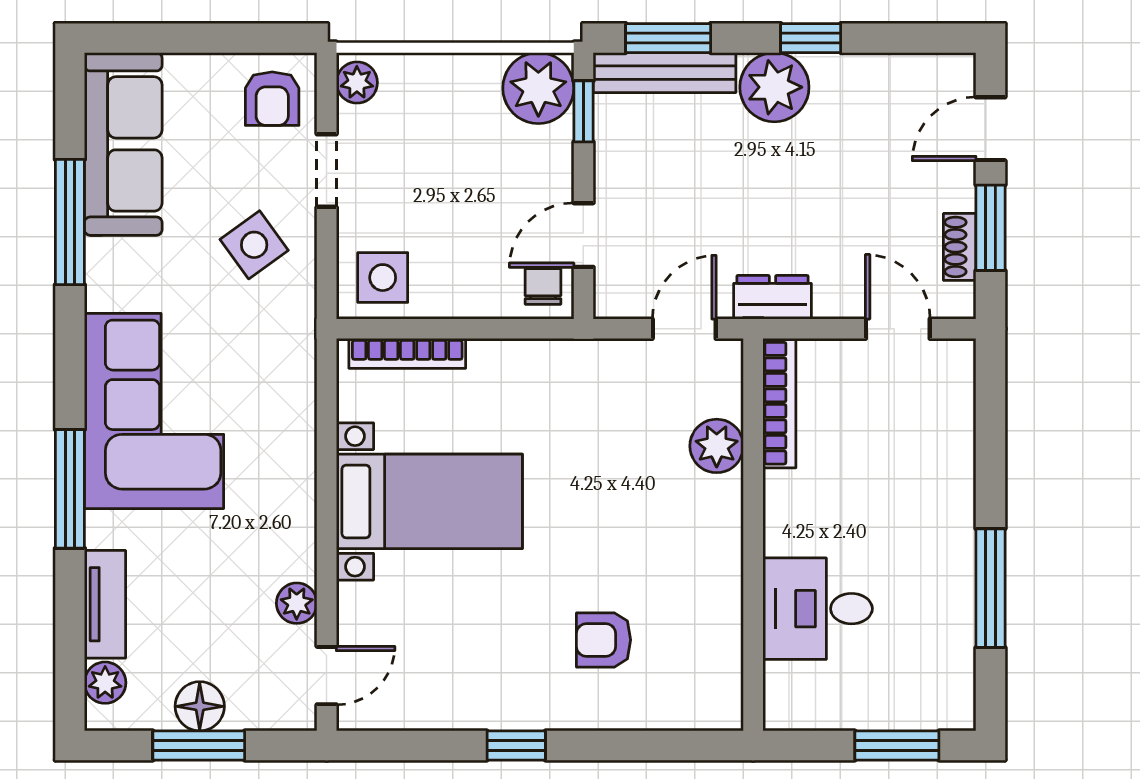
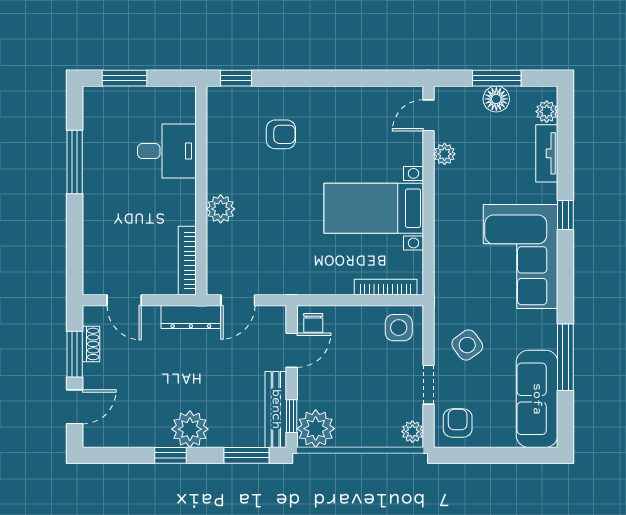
bench: (665, 73) -> (276, 409), moved, turned 90
dresser: (772, 297) -> (191, 317), width x1.44
plant: (717, 446) -> (221, 209), moved
window: (70, 489) -> (565, 215), width x0.46
window: (516, 745) -> (236, 78), moved

